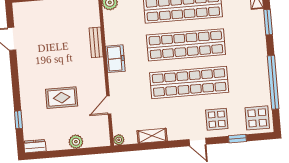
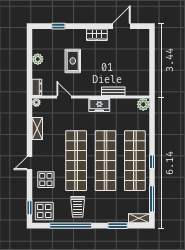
wardrobe: (25, 69) -> (97, 35), added
trolley: (248, 76) -> (78, 207), added
window: (237, 139) -> (30, 208), moved
plant: (76, 142) -> (38, 59), moved
dresser: (35, 146) -> (37, 87), moved

